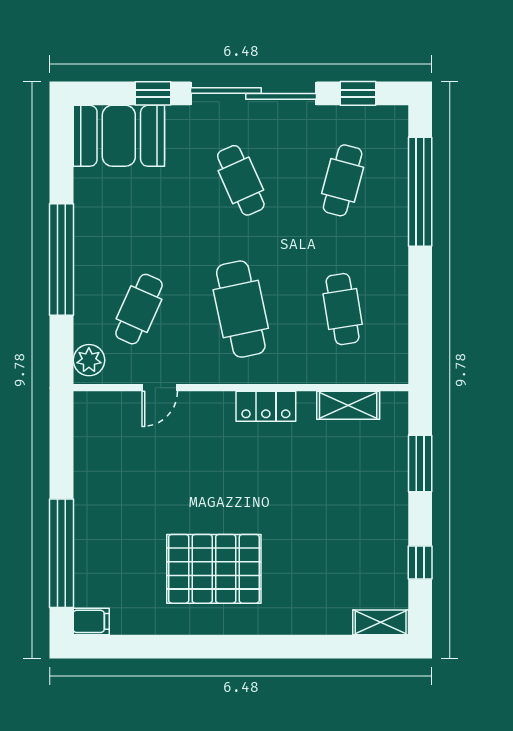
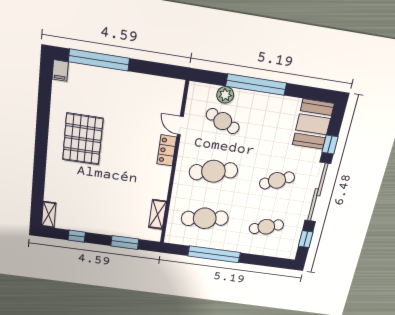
cafe table: (343, 180) -> (266, 227), turned -33
window: (420, 192) -> (214, 254), moved
cafe table: (343, 309) -> (205, 218), width x1.37, depth x1.35
plant: (89, 360) -> (225, 95), moved
locker: (266, 406) -> (167, 150), moved

